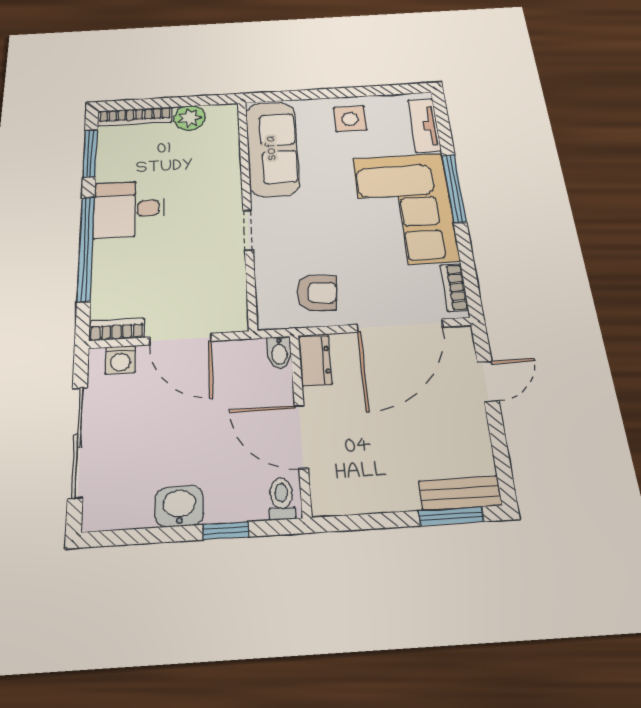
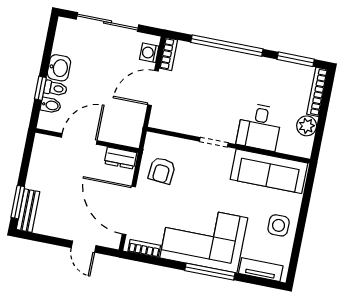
desk: (129, 209) -> (259, 127), moved, turned 180
bidet: (279, 352) -> (51, 105), moved, turned 180
toilet: (282, 499) -> (55, 88), moved

